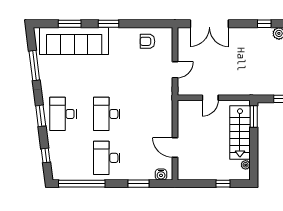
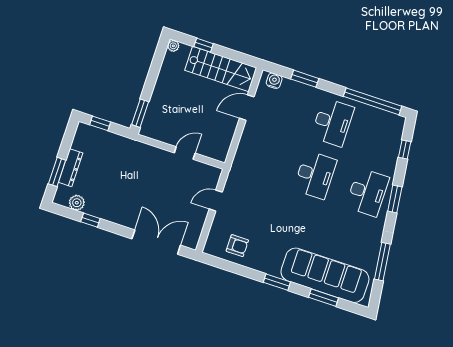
stairs: (240, 133) -> (221, 69), moved, turned 90
door: (175, 147) -> (247, 108), swing flipped
plant: (246, 165) -> (173, 46), moved

